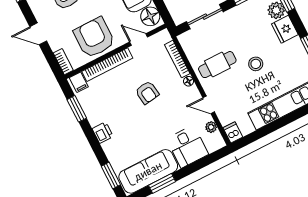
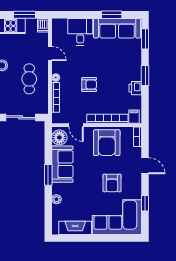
cafe table: (217, 65) -> (29, 79), turned 90
armchair: (147, 93) -> (89, 85), turned 98
window: (77, 109) -> (145, 76), moved
plant: (211, 127) -> (56, 37), removed
printer: (103, 133) -> (135, 88), moved
window: (259, 134) -> (25, 15), added

